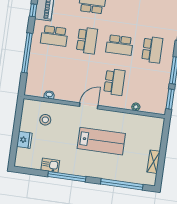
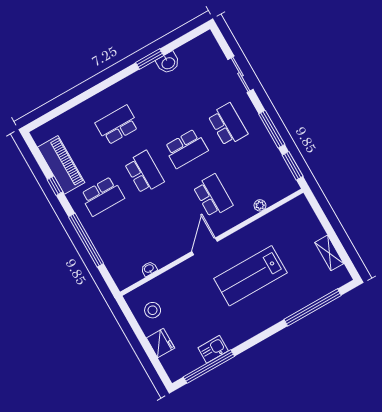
stool: (45, 120) -> (153, 310), moved
lab bench: (101, 141) -> (250, 276), turned 180
window: (67, 177) -> (209, 367), moved

